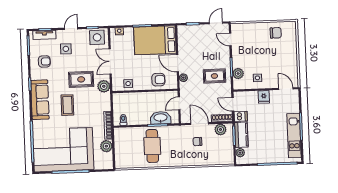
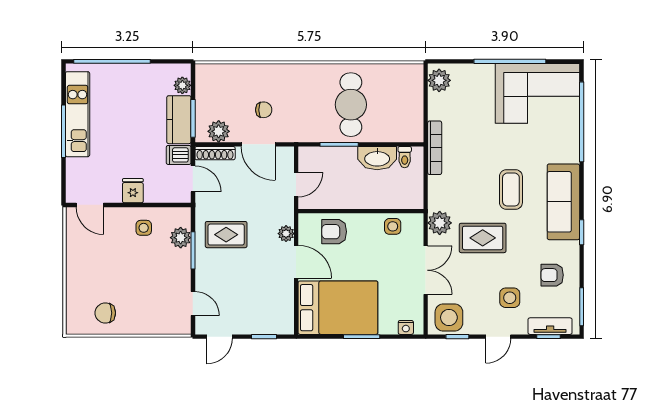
washbasin: (161, 118) -> (377, 158), moved
plant: (106, 146) -> (439, 80), moved
corner sofa: (63, 150) -> (537, 93), width x0.73, depth x0.74

